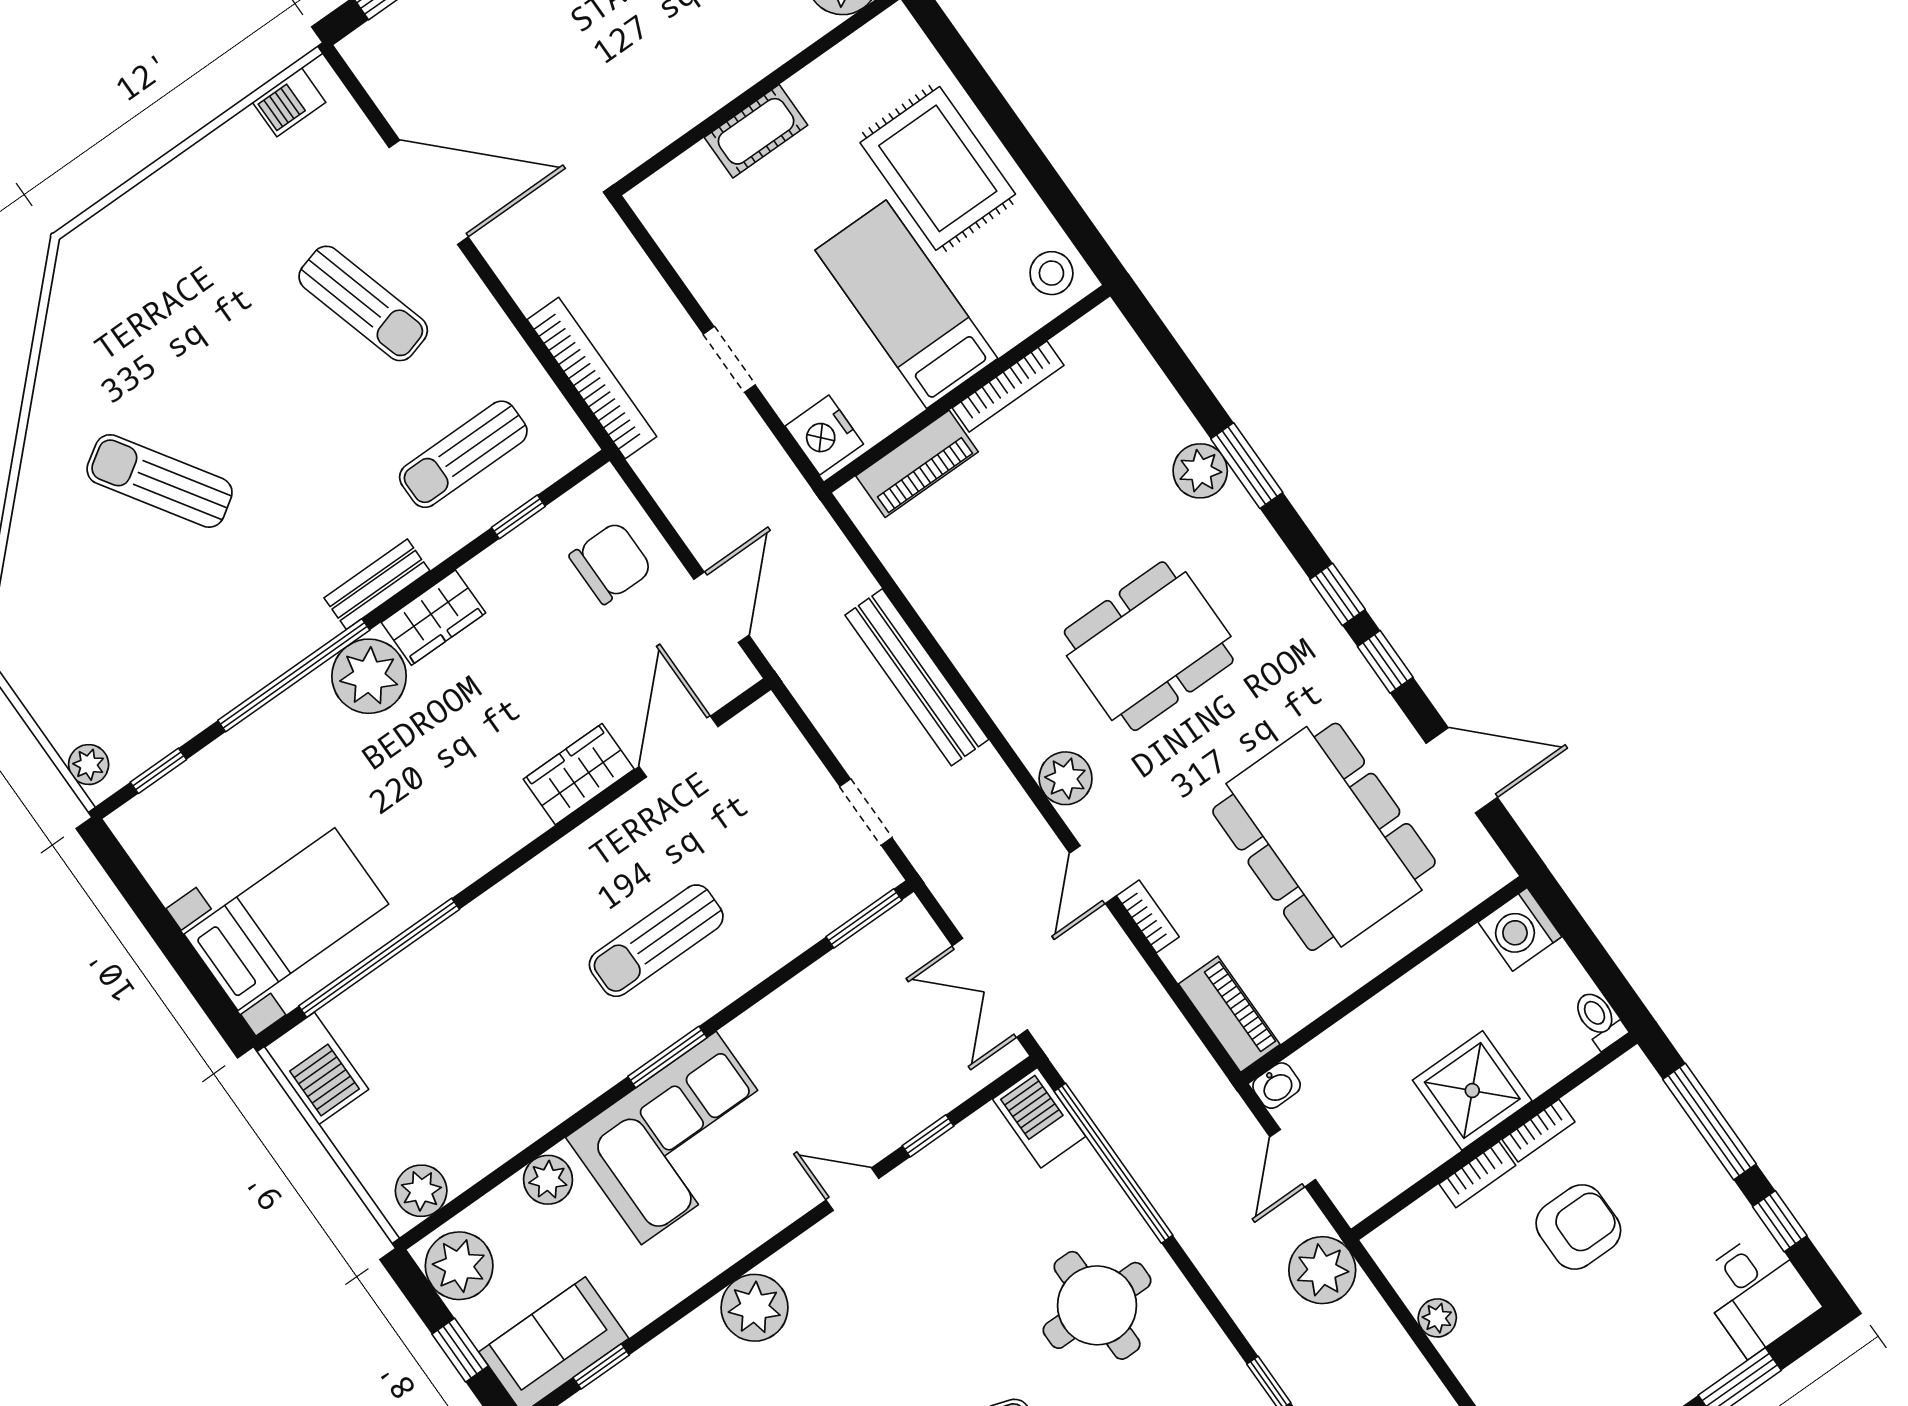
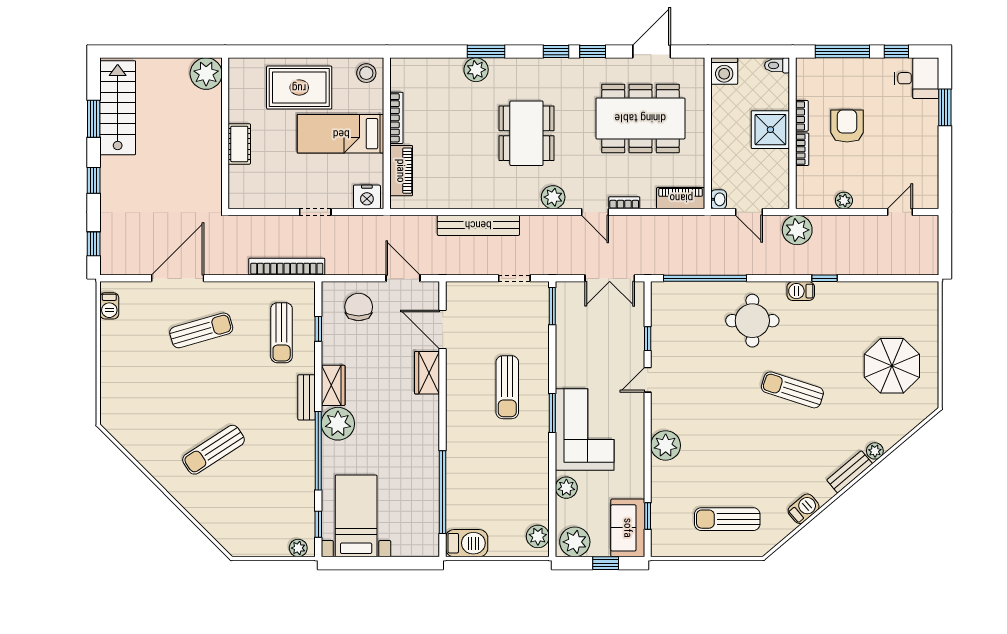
bed with nightstands: (286, 919) -> (356, 516), moved
barbecue: (1039, 1118) -> (801, 291), moved, width x0.73, depth x0.79

